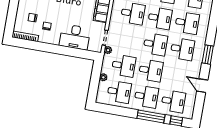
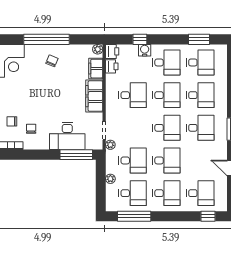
window: (79, 53) -> (76, 155), added
window: (151, 117) -> (134, 216), moved

